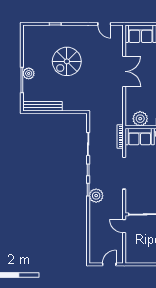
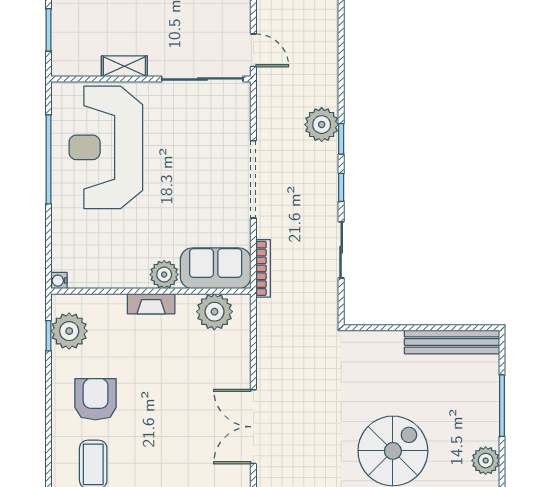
plant: (29, 73) -> (486, 461), moved

